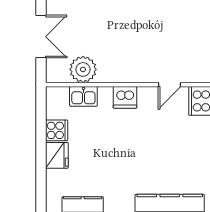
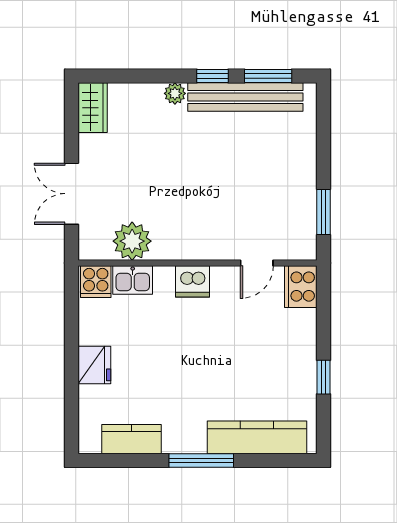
double door: (41, 37) -> (72, 194), swing flipped
cooker: (57, 130) -> (96, 282), moved, turned 90

